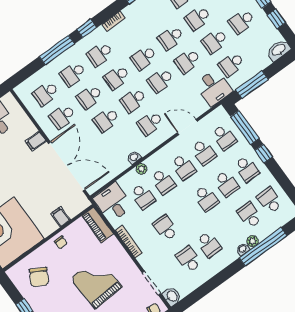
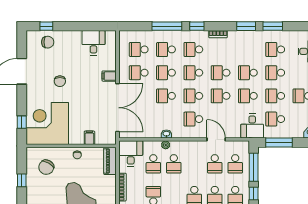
school desk: (183, 167) -> (194, 164), removed

